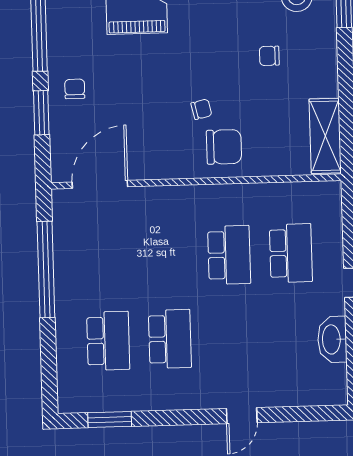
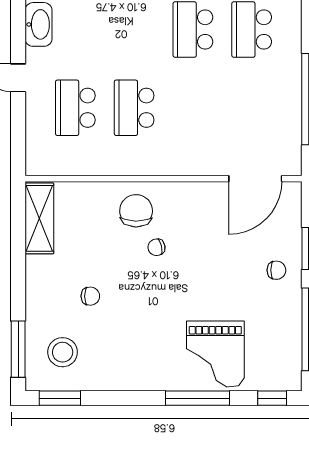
chair: (75, 89) -> (276, 270), turned -90
chair: (224, 147) -> (136, 211), turned 91

